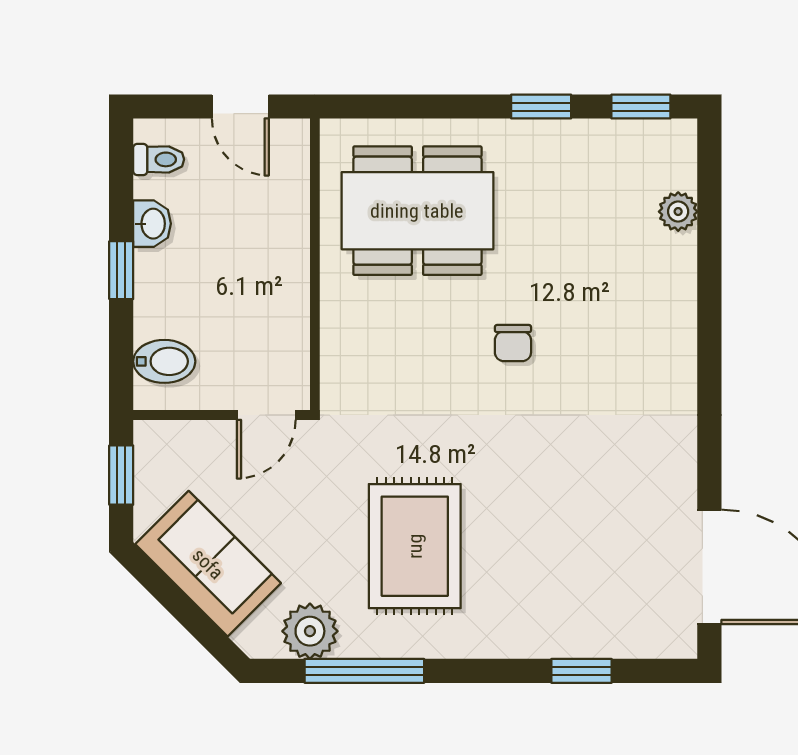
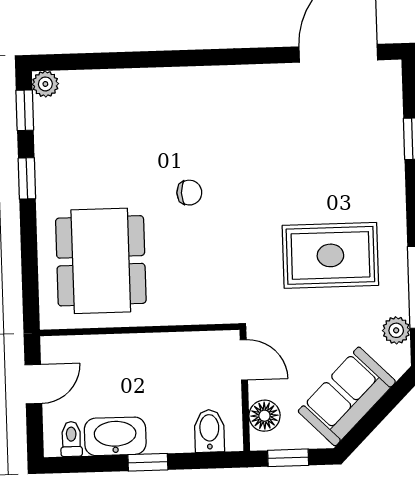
plant: (678, 212) -> (45, 84), moved
washbasin: (152, 224) -> (115, 436), width x1.91, depth x1.45
floor lamp: (184, 443) -> (264, 416), added
plant: (310, 631) -> (396, 330), width x0.73, depth x0.73

